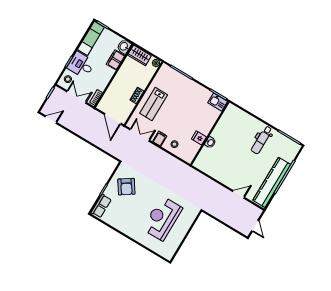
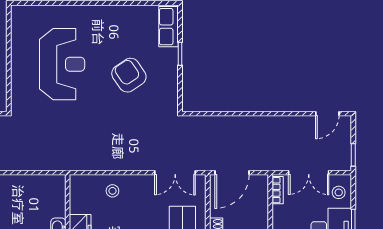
door: (113, 119) -> (232, 173), swing flipped
filing cabinet: (160, 139) -> (140, 186), removed
armchair: (126, 187) -> (129, 75), moved

